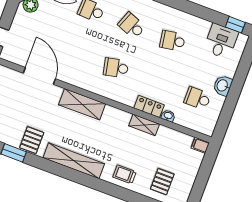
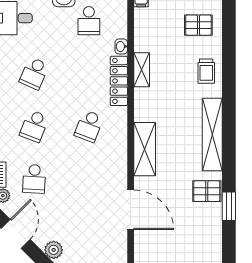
school desk: (172, 41) -> (34, 73), turned 33
school desk: (116, 68) -> (89, 126), turned 33
door: (39, 76) -> (131, 210), swing flipped
locker: (149, 107) -> (119, 81), width x1.53

